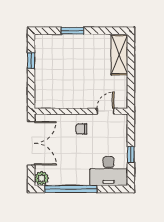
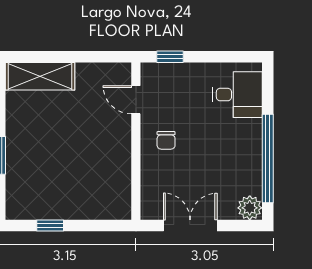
double door: (31, 143) -> (190, 226), width x0.73
window: (131, 154) -> (170, 57), moved
desk: (109, 171) -> (237, 95), width x0.73

